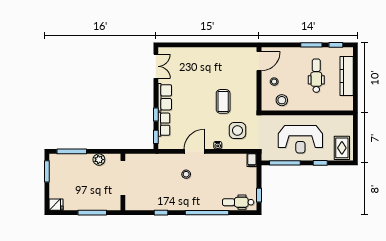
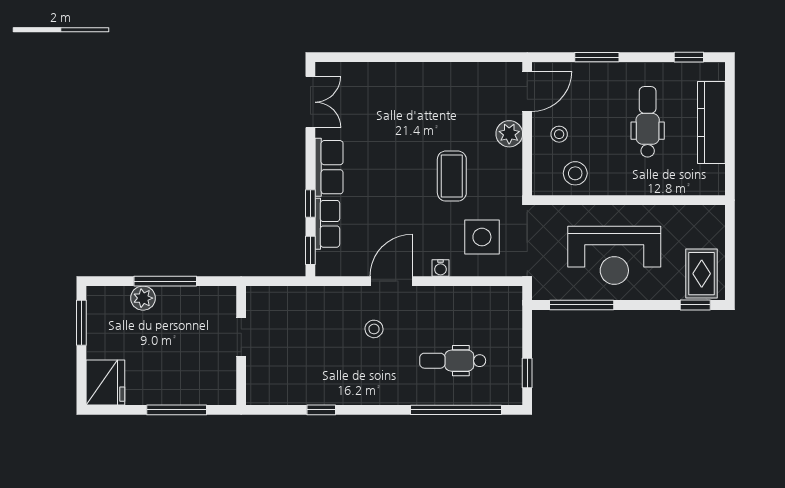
window: (311, 45) -> (597, 57), moved
plant: (250, 81) -> (509, 134), added
window: (72, 151) -> (165, 281), moved
plant: (99, 160) -> (143, 298), moved
filing cabinet: (252, 160) -> (512, 299), removed
window: (320, 163) -> (695, 305), moved
doorway: (123, 178) -> (241, 337), width x0.53
dental chair: (238, 202) -> (453, 361), moved
fridge: (56, 205) -> (105, 382), width x1.88, depth x1.34
window: (207, 213) -> (456, 410), moved

